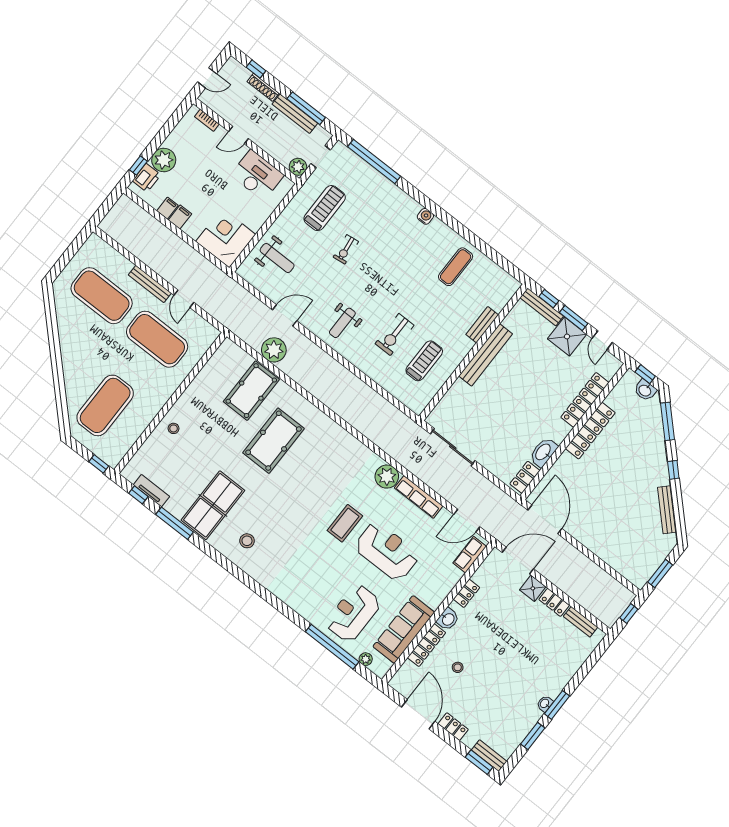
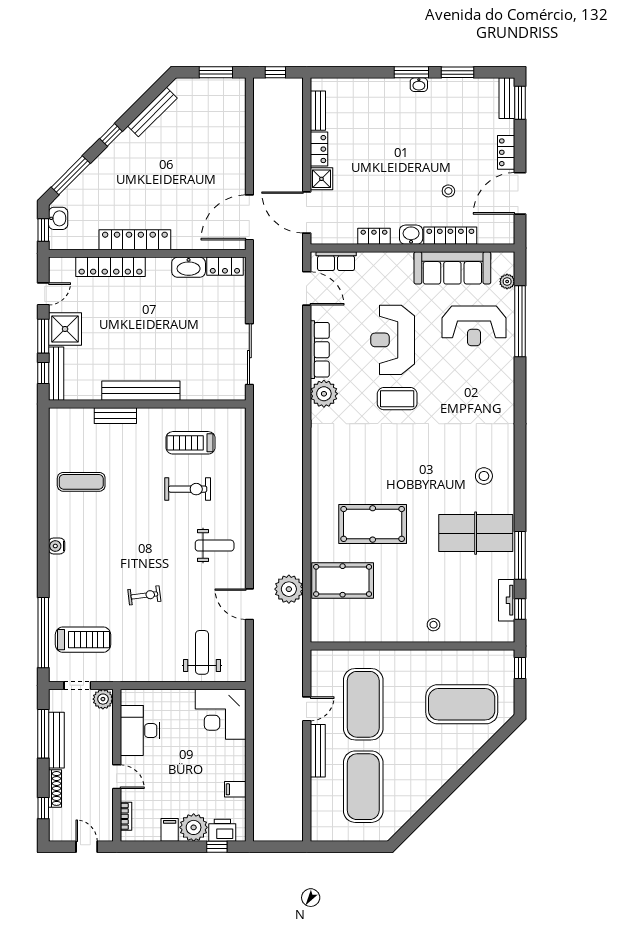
treadmill: (325, 208) -> (83, 640), moved, turned 180
filing cabinet: (180, 217) -> (170, 830), moved, turned 90

